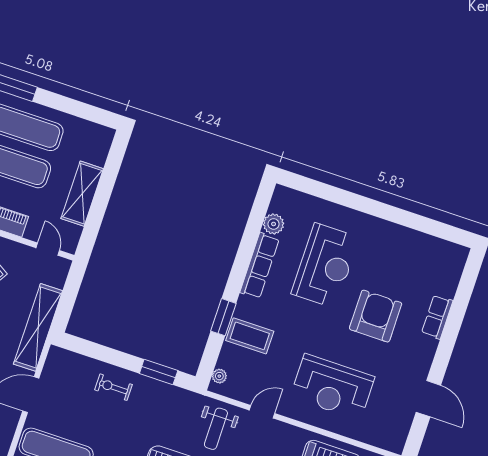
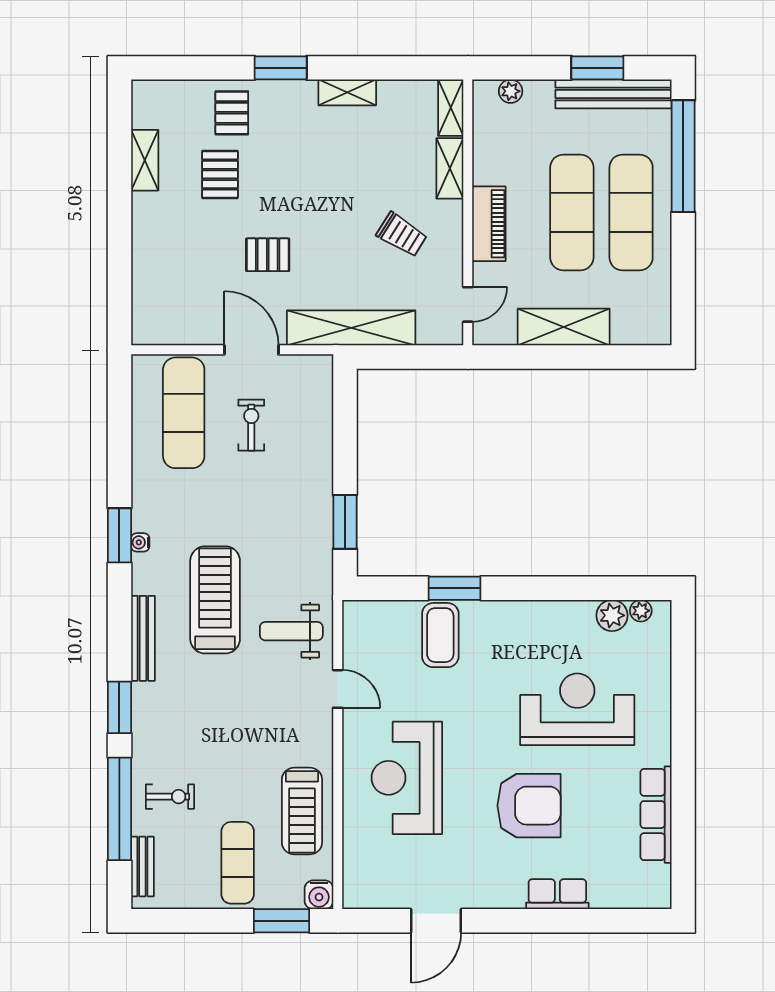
row of seats: (260, 266) -> (656, 815), moved, turned 90
reception desk: (325, 266) -> (577, 709), turned 180
plant: (219, 376) -> (641, 611), moved
exercise bike: (113, 387) -> (251, 425), moved

